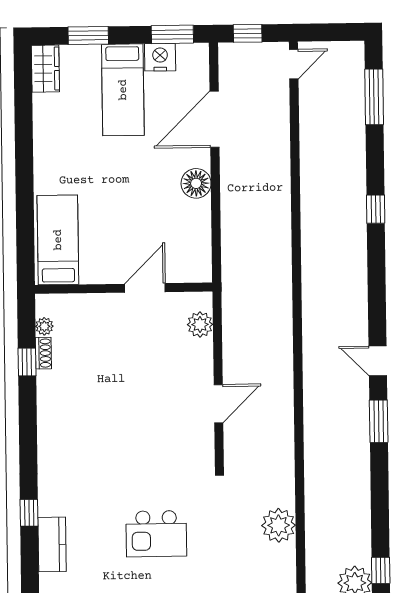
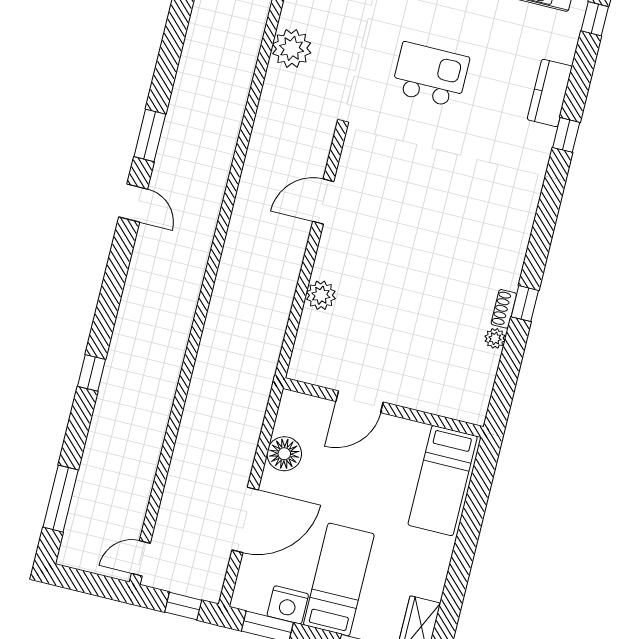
bed: (58, 240) -> (443, 481), moved
wall: (124, 288) -> (383, 408), moved
door: (145, 288) -> (360, 402), moved

